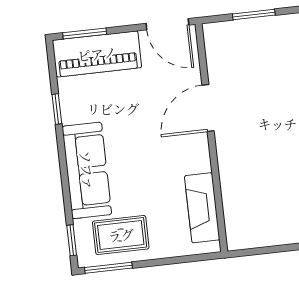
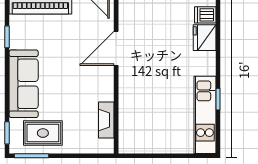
fireplace: (202, 208) -> (106, 120), width x0.73, depth x0.76

